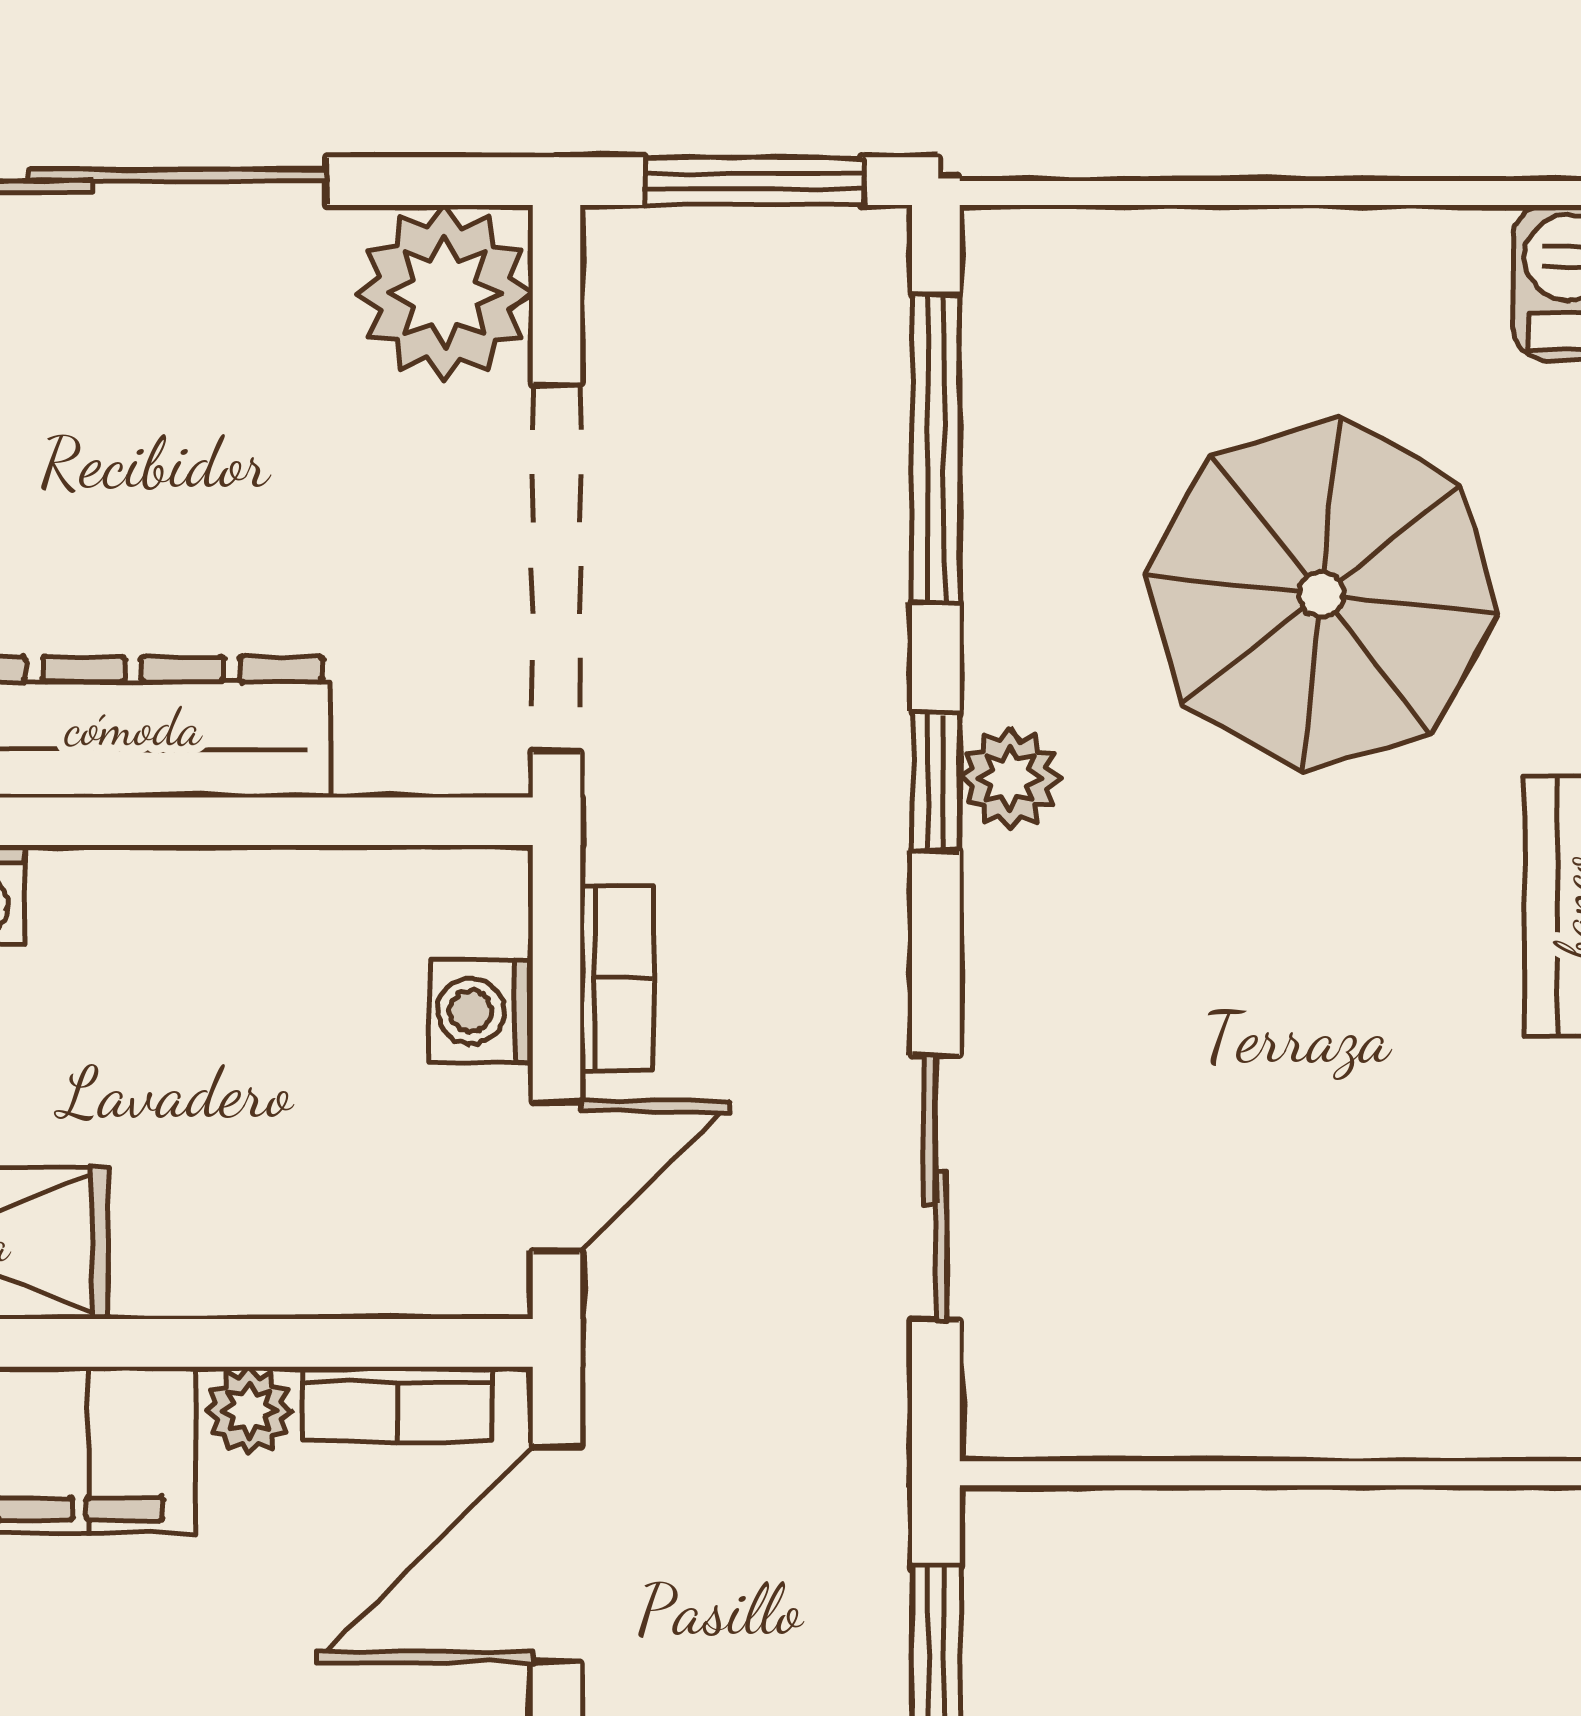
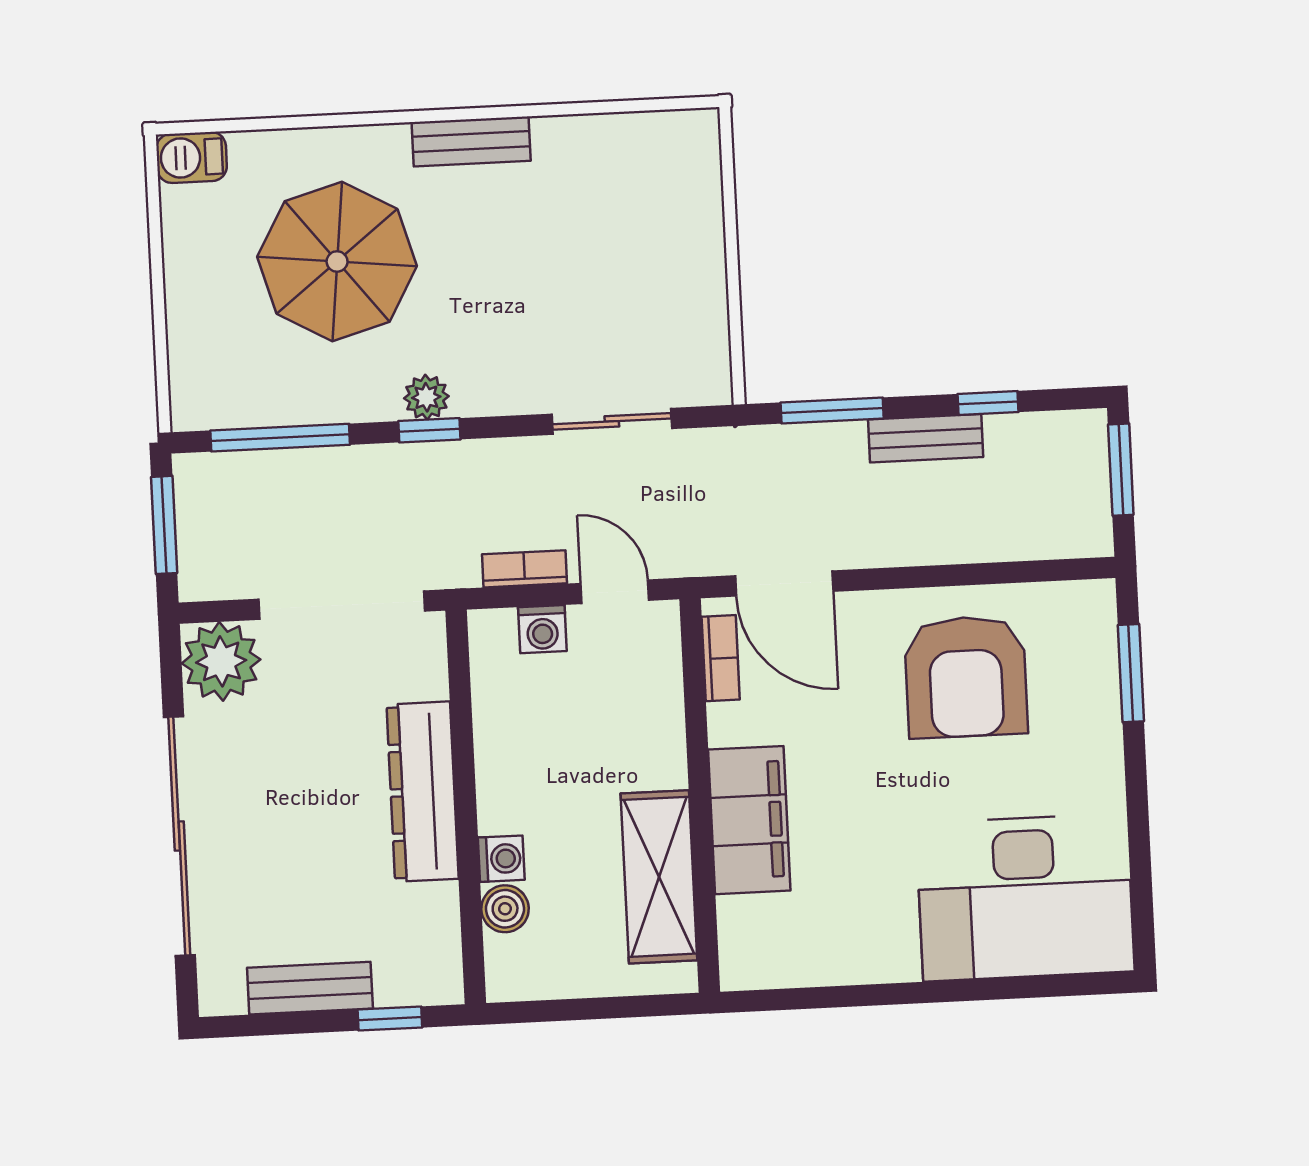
plant: (249, 1411) -> (727, 724), removed

